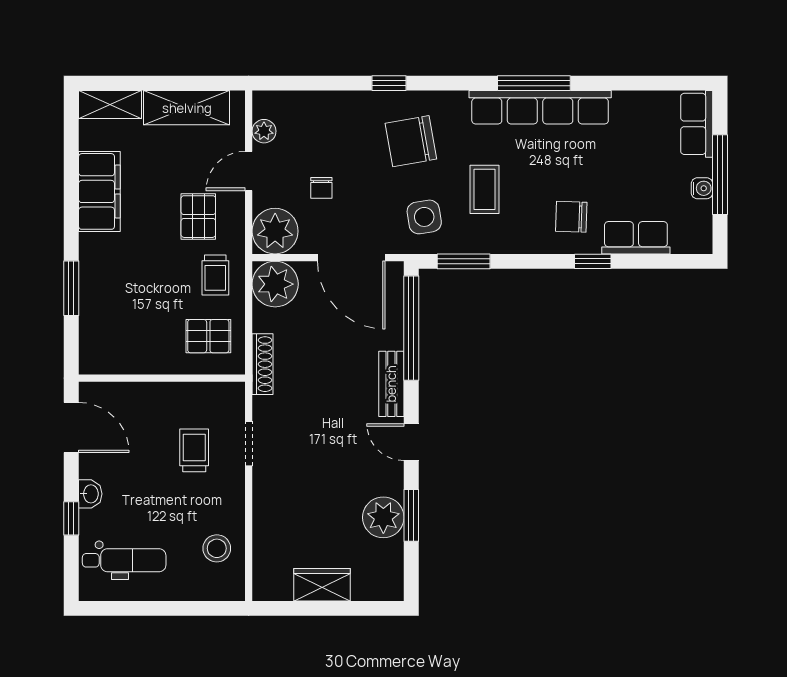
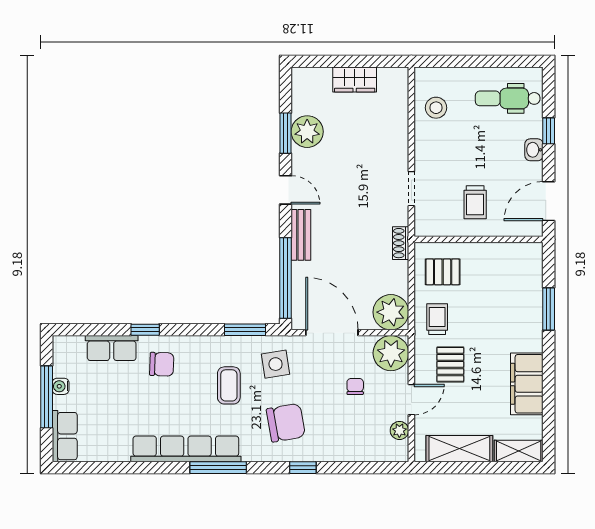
window: (534, 83) -> (218, 468), moved
shoe rack: (263, 364) -> (401, 243), width x0.70
door: (71, 428) -> (549, 201), hinge flipped
trolley: (194, 450) -> (475, 202), moved

